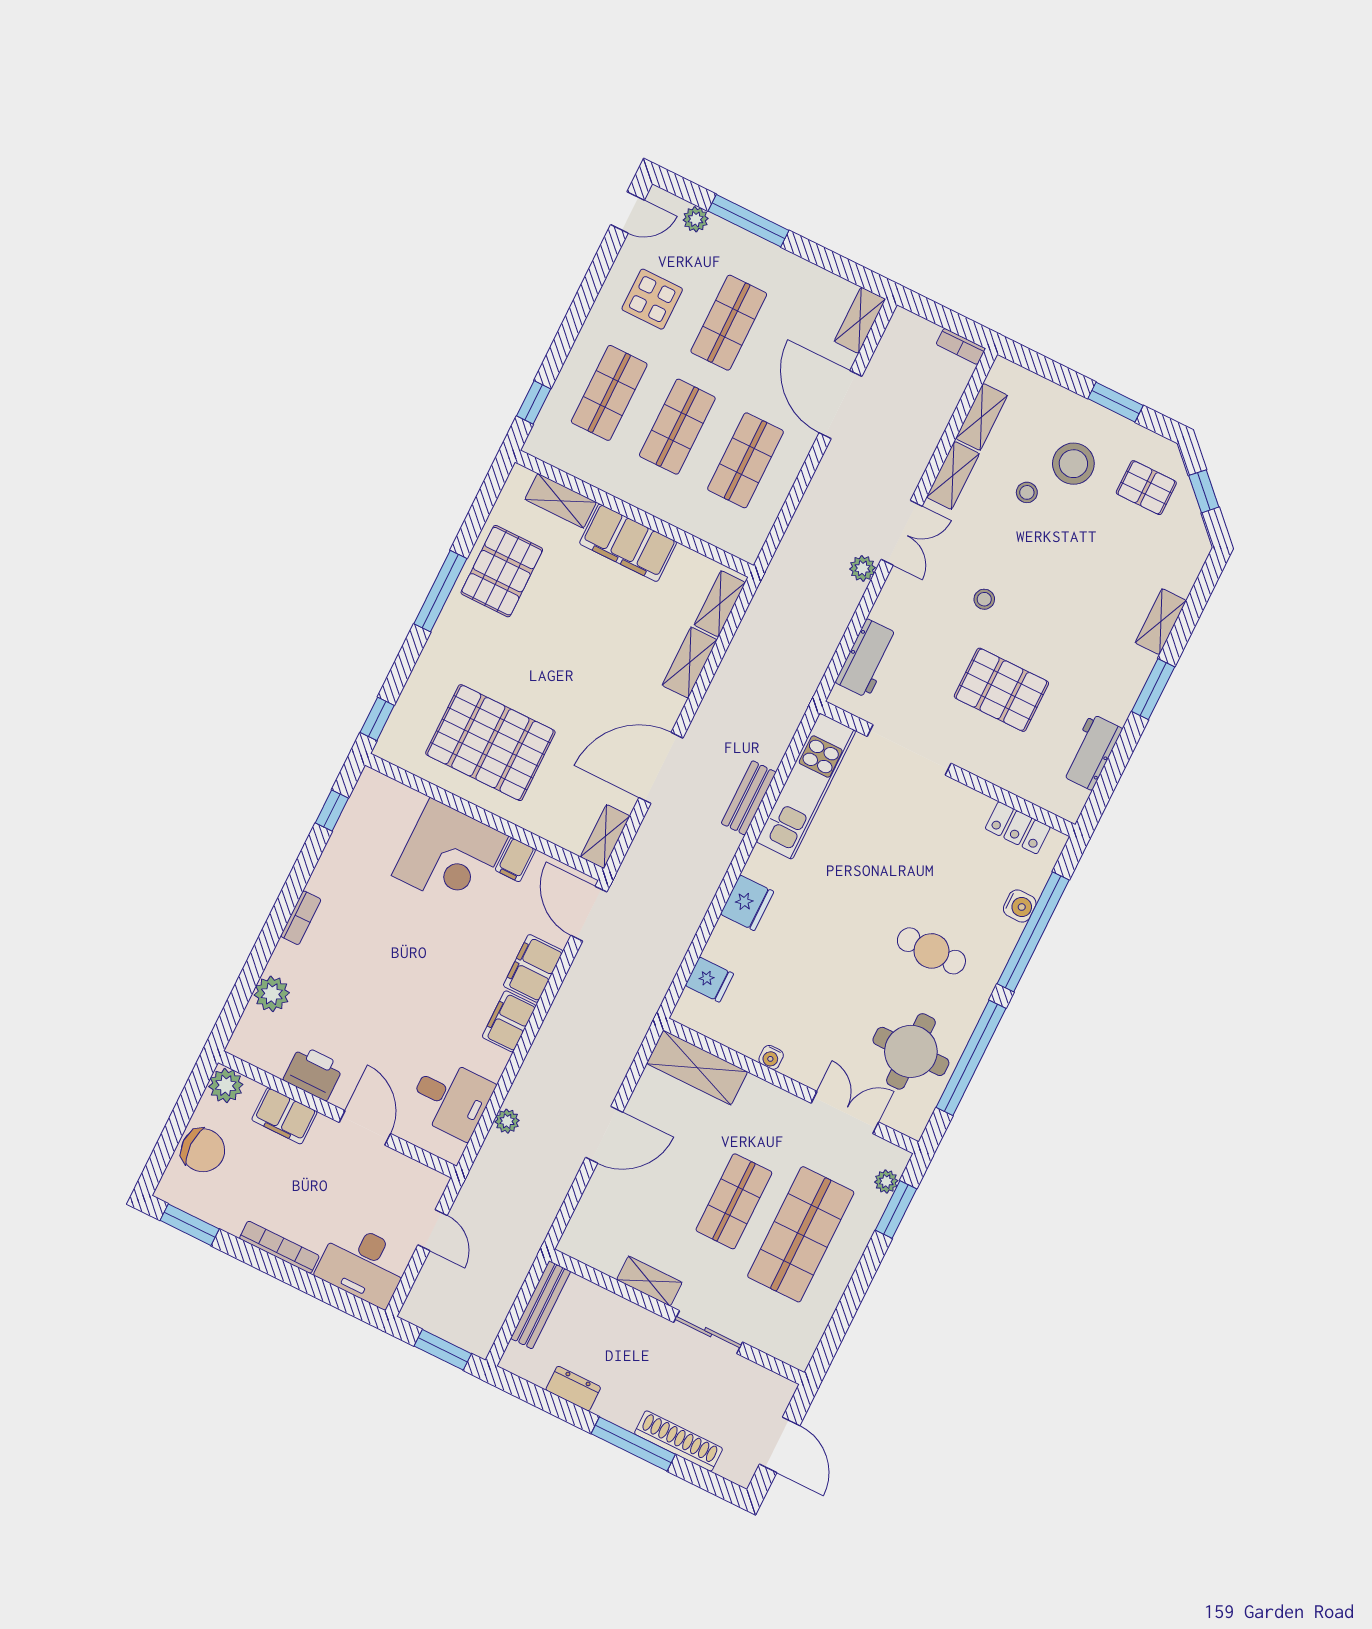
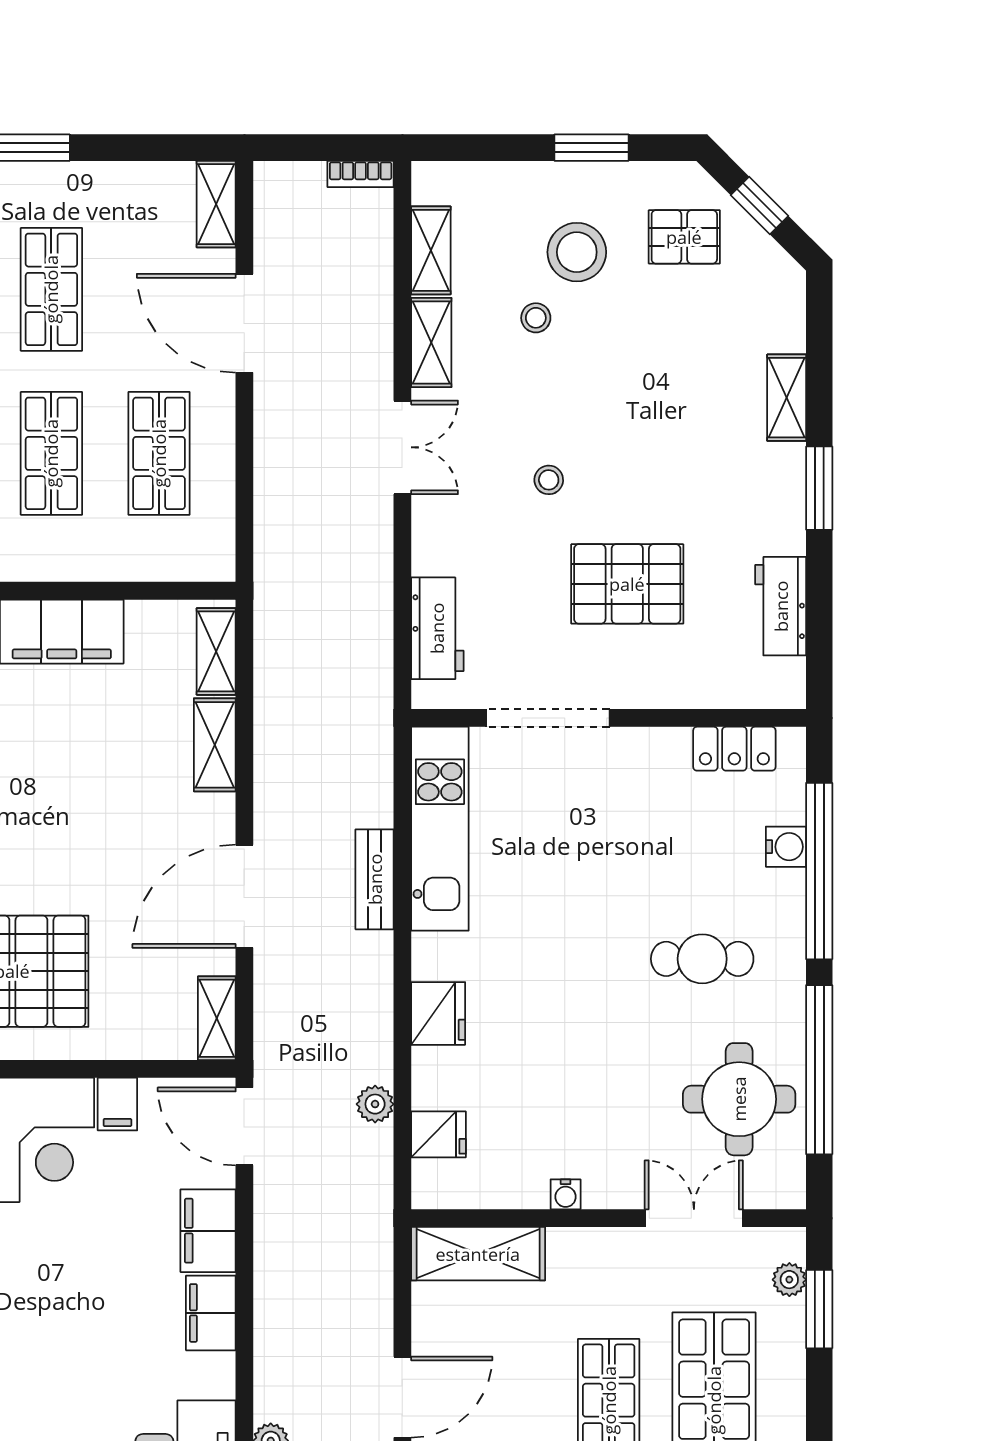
plant: (863, 568) -> (375, 1104), moved

